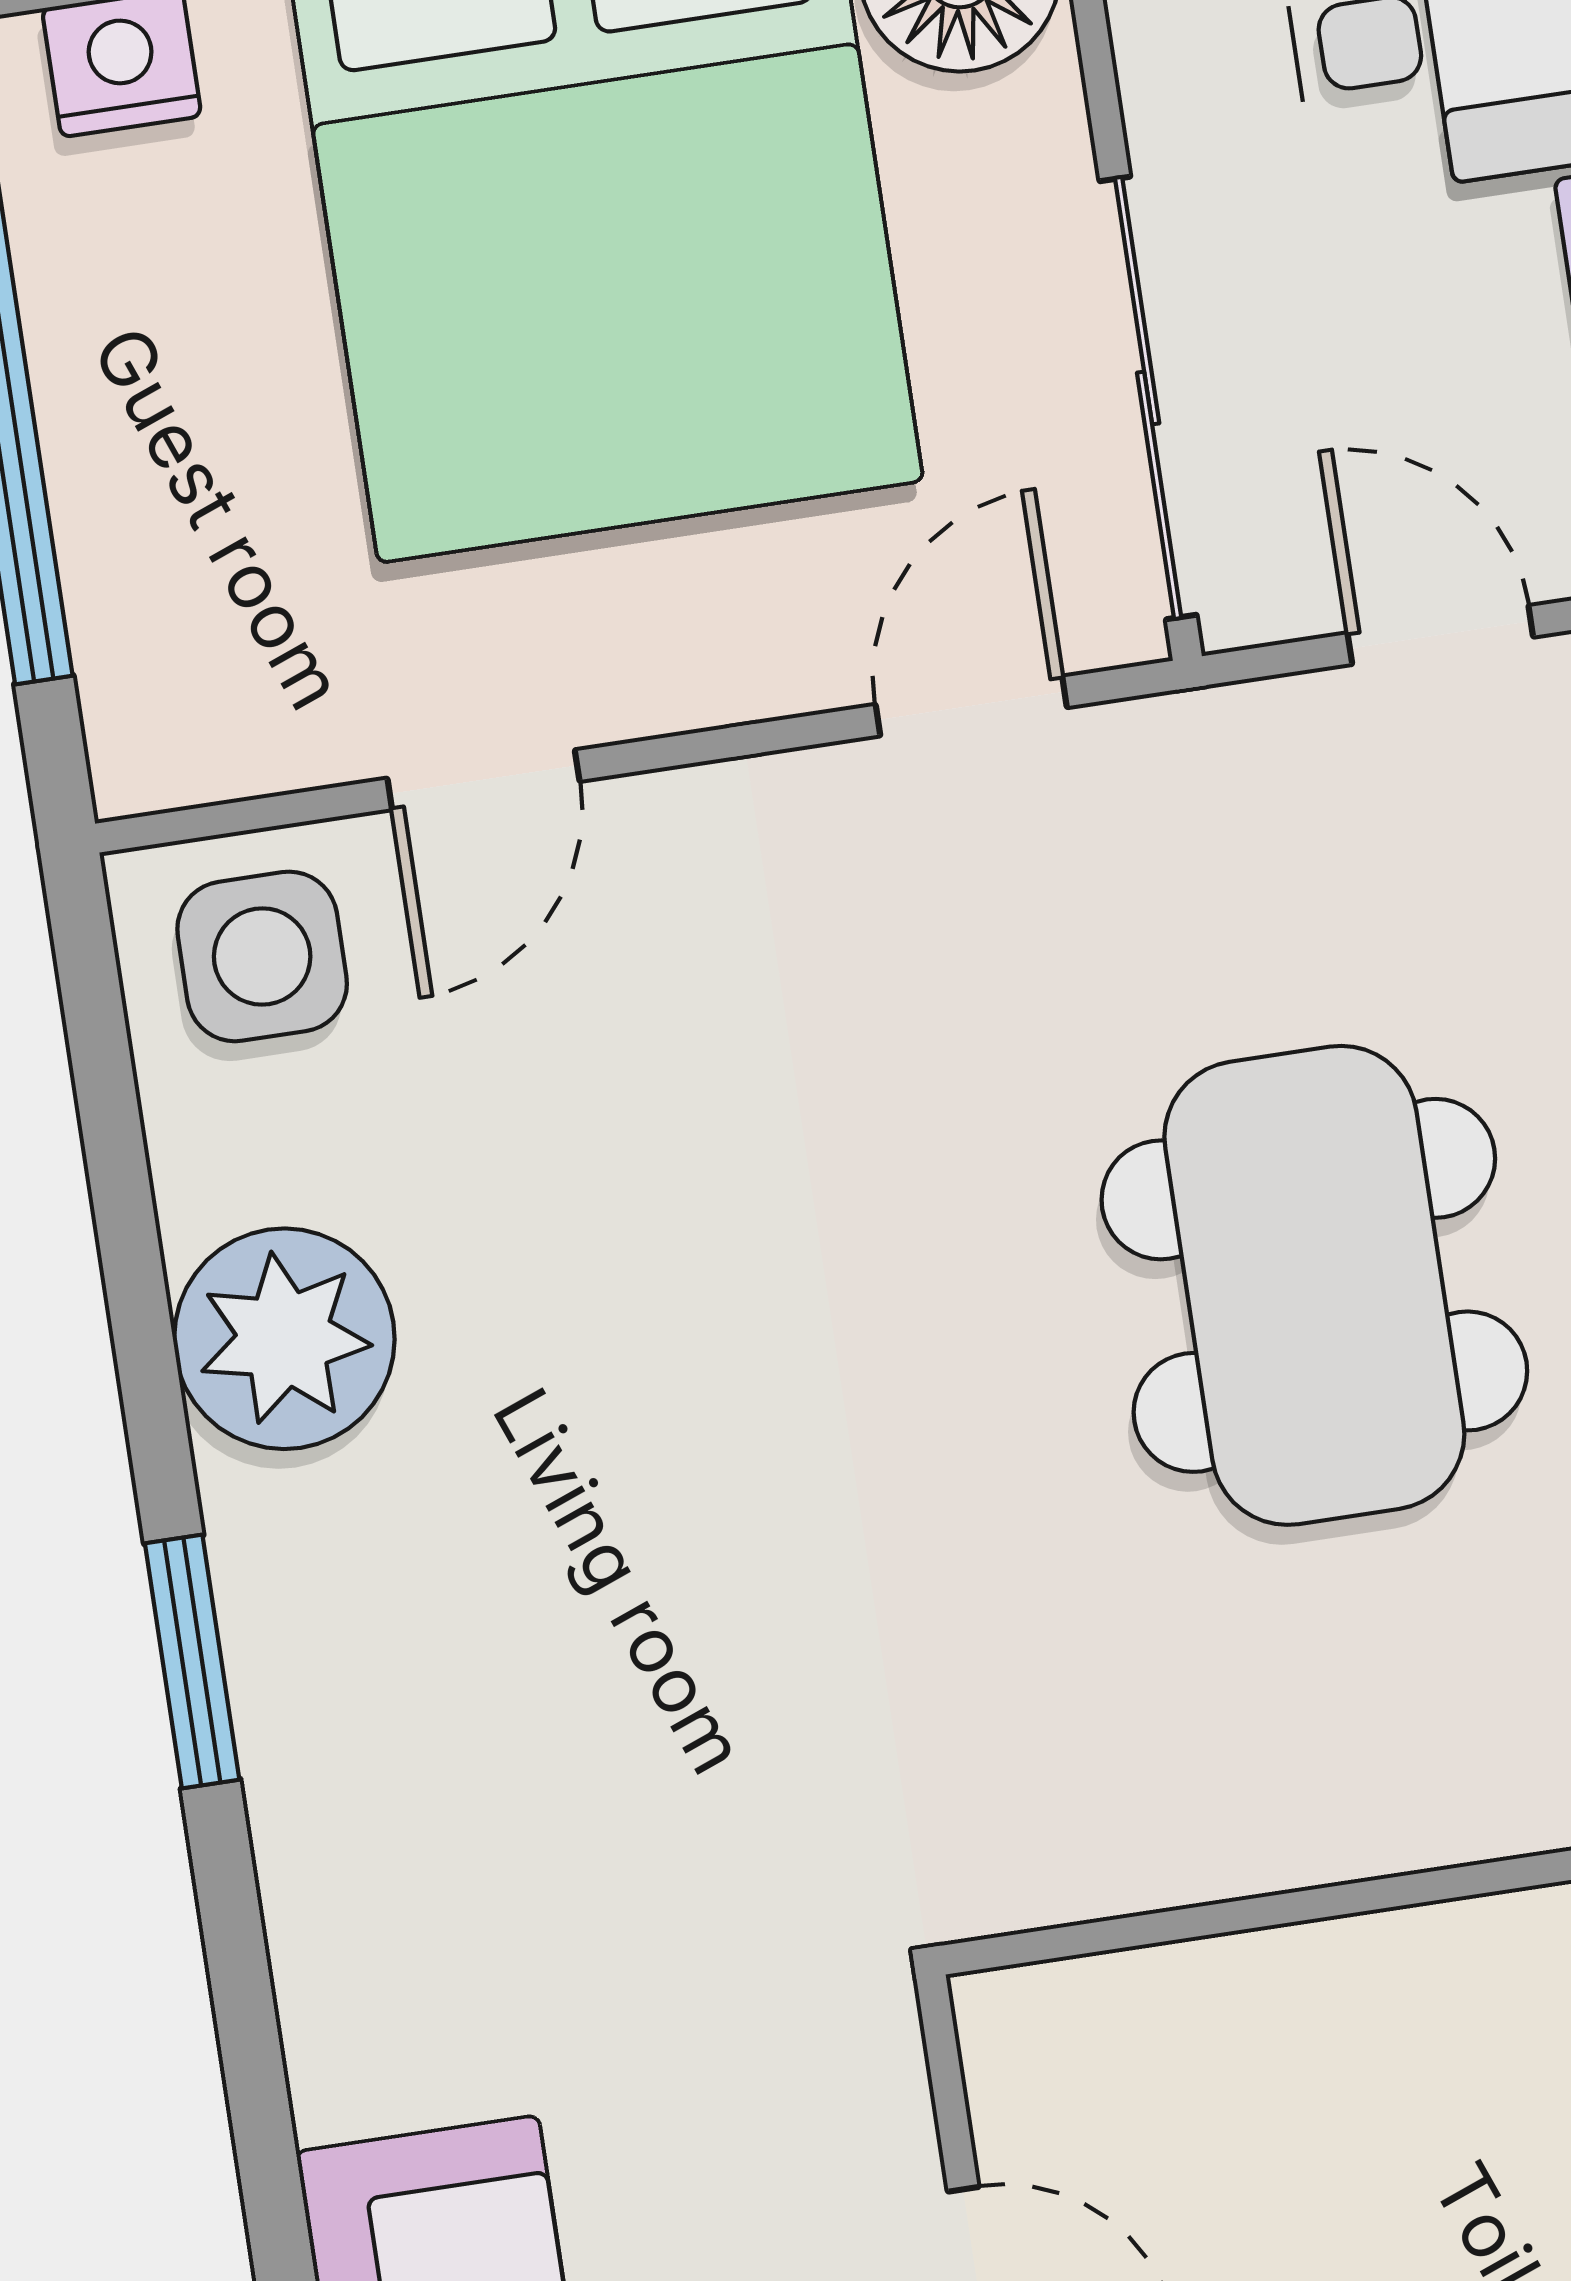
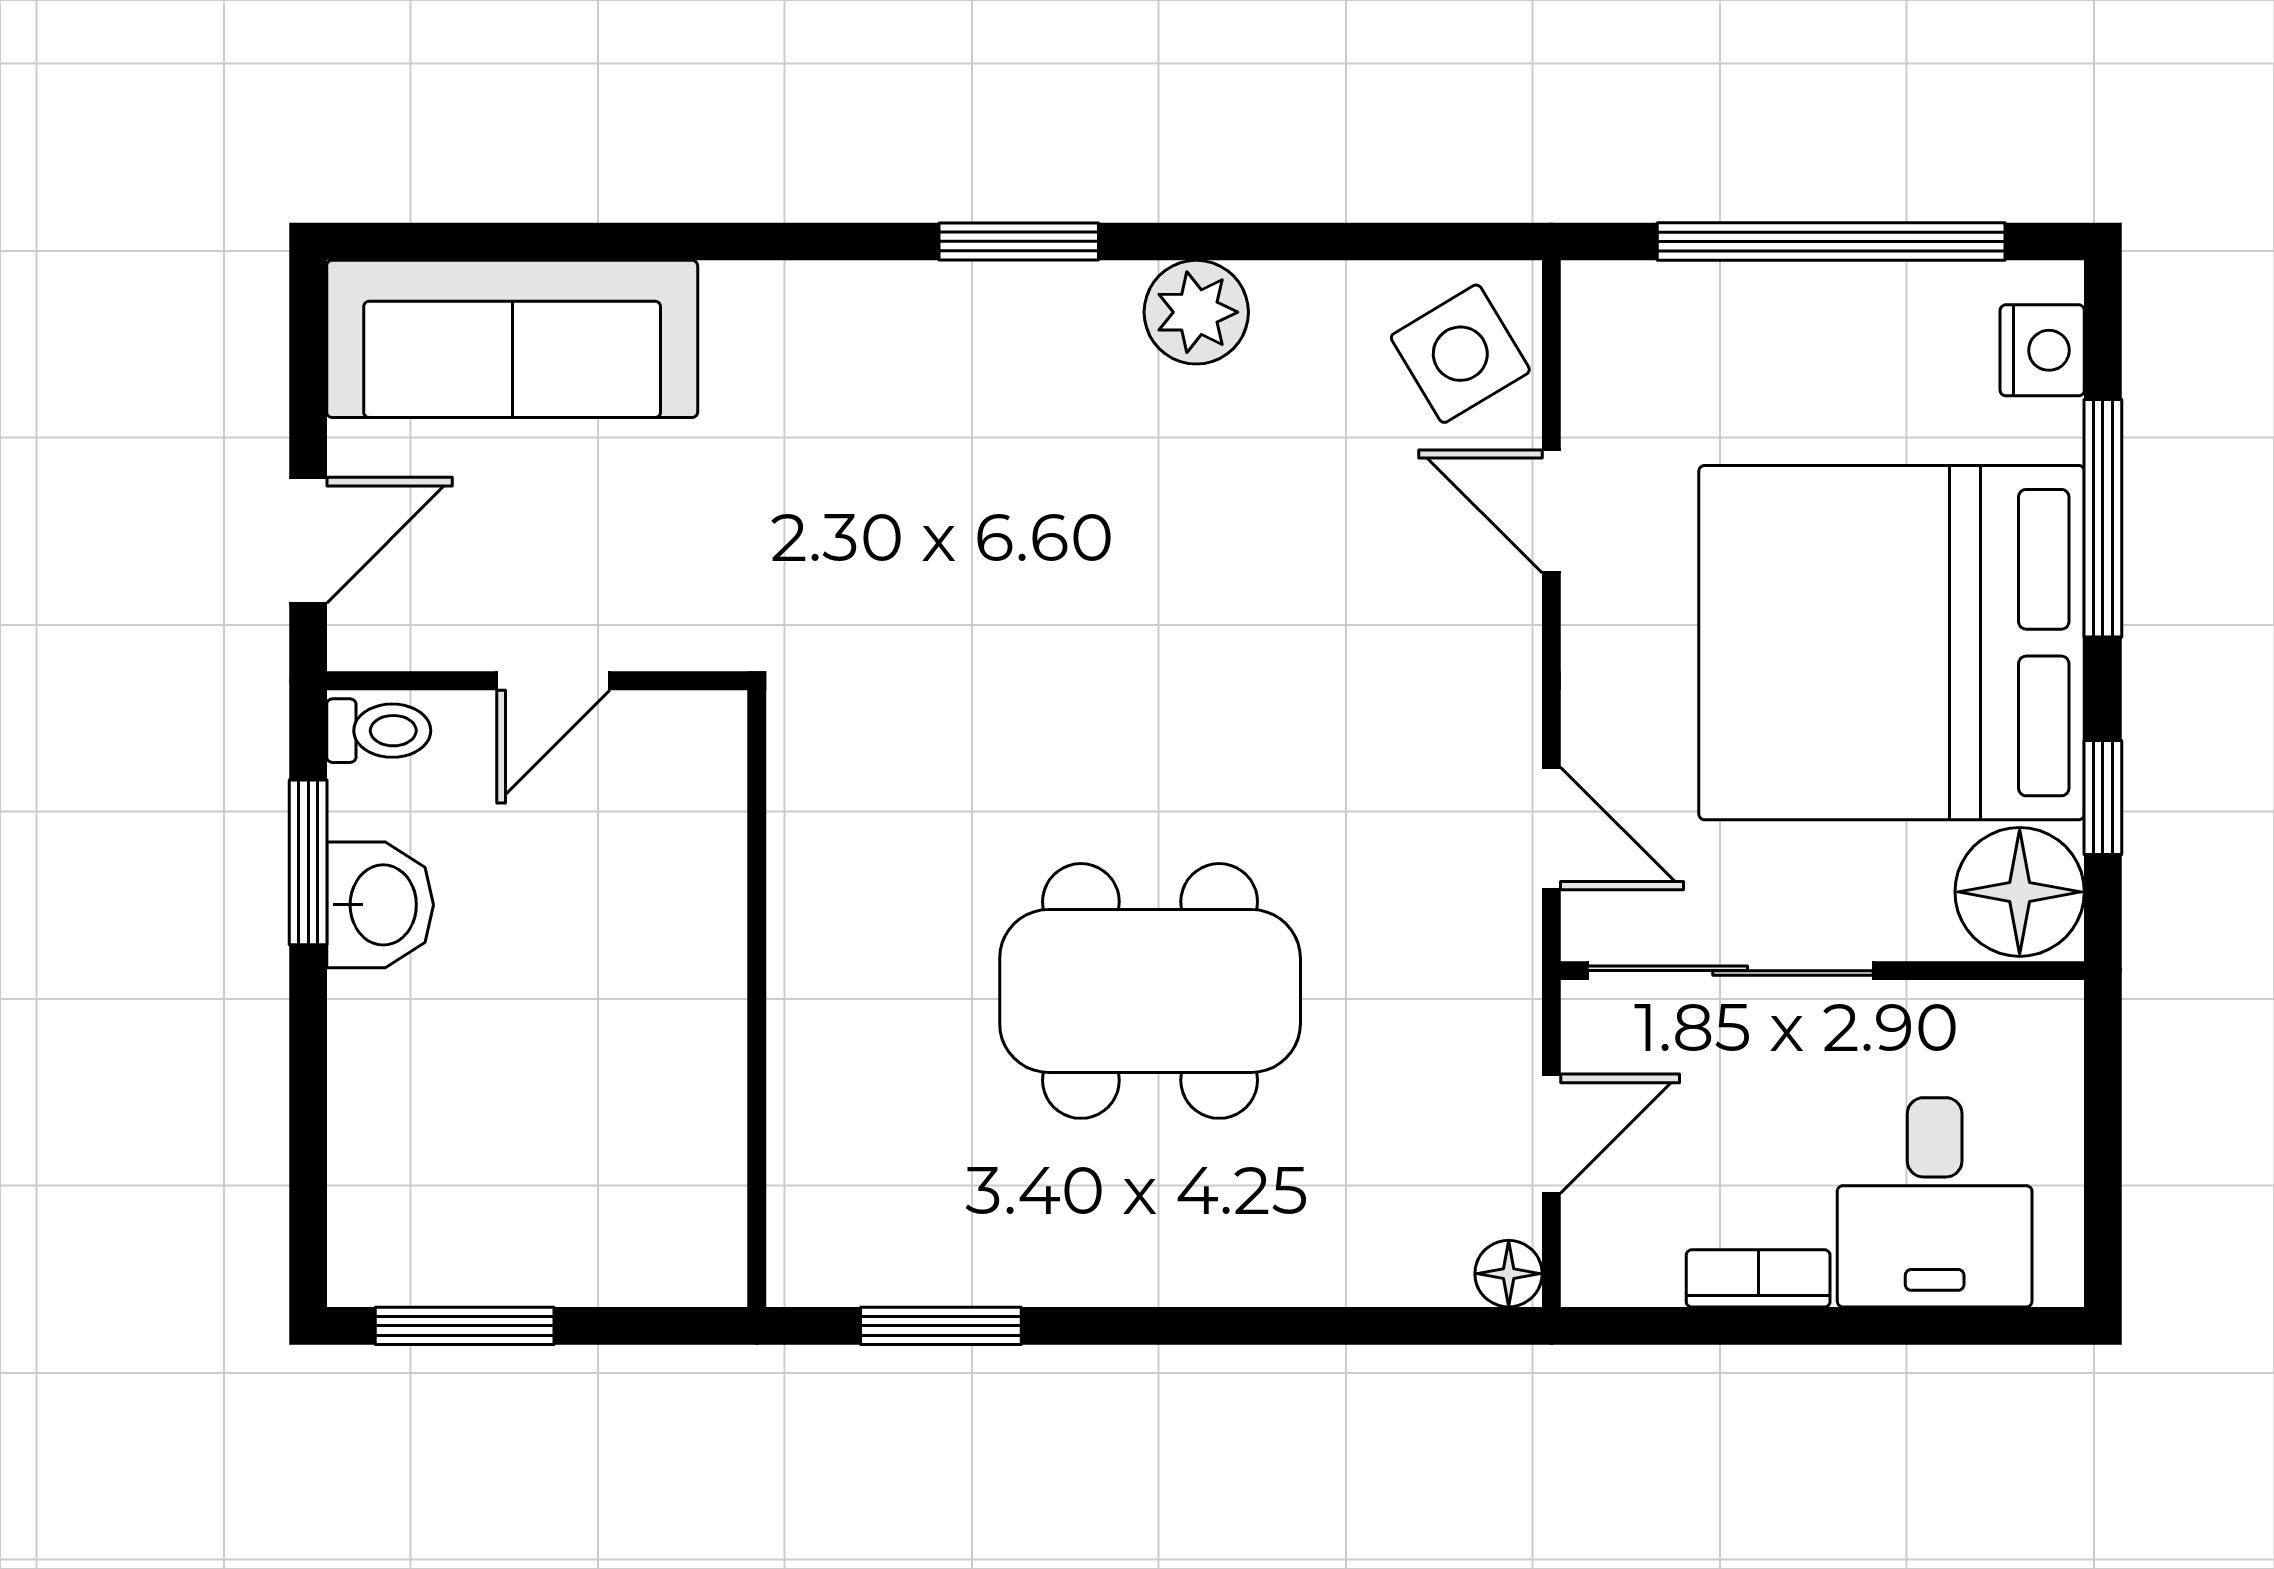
side table: (262, 956) -> (1460, 354), turned -31
plant: (284, 1339) -> (1196, 312), width x0.73, depth x0.73

